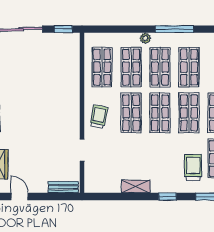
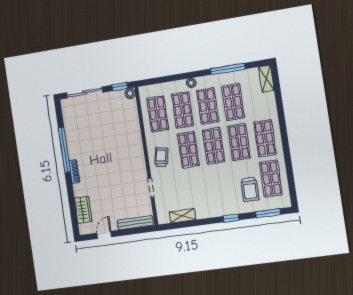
window: (174, 29) -> (228, 69), moved
plant: (74, 39) -> (130, 93), added
trolley: (193, 167) -> (250, 189), turned 180
bench: (63, 187) -> (135, 223), width x1.36
shelving: (136, 187) -> (183, 216), moved
door: (20, 197) -> (104, 235), hinge flipped

